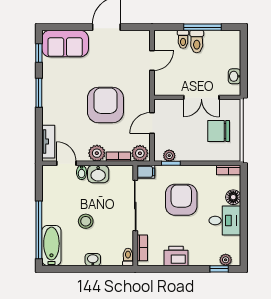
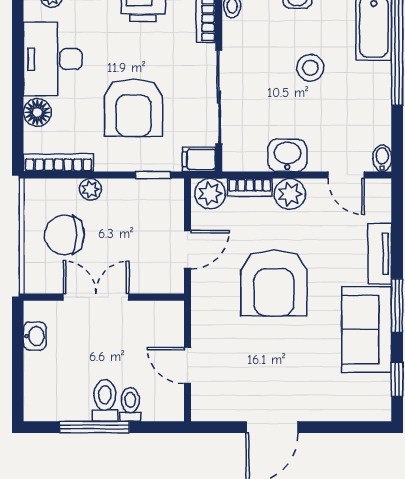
sofa: (65, 44) -> (367, 330), moved, turned -90
door: (152, 60) -> (188, 366), hinge flipped
chair: (219, 131) -> (64, 235), turned 180
tv unit: (48, 142) -> (380, 254), moved
plant: (169, 156) -> (90, 189), moved
bookcase: (229, 170) -> (58, 163), width x1.56
bidet: (82, 172) -> (382, 158), moved
desk: (225, 221) -> (53, 59), width x1.37

